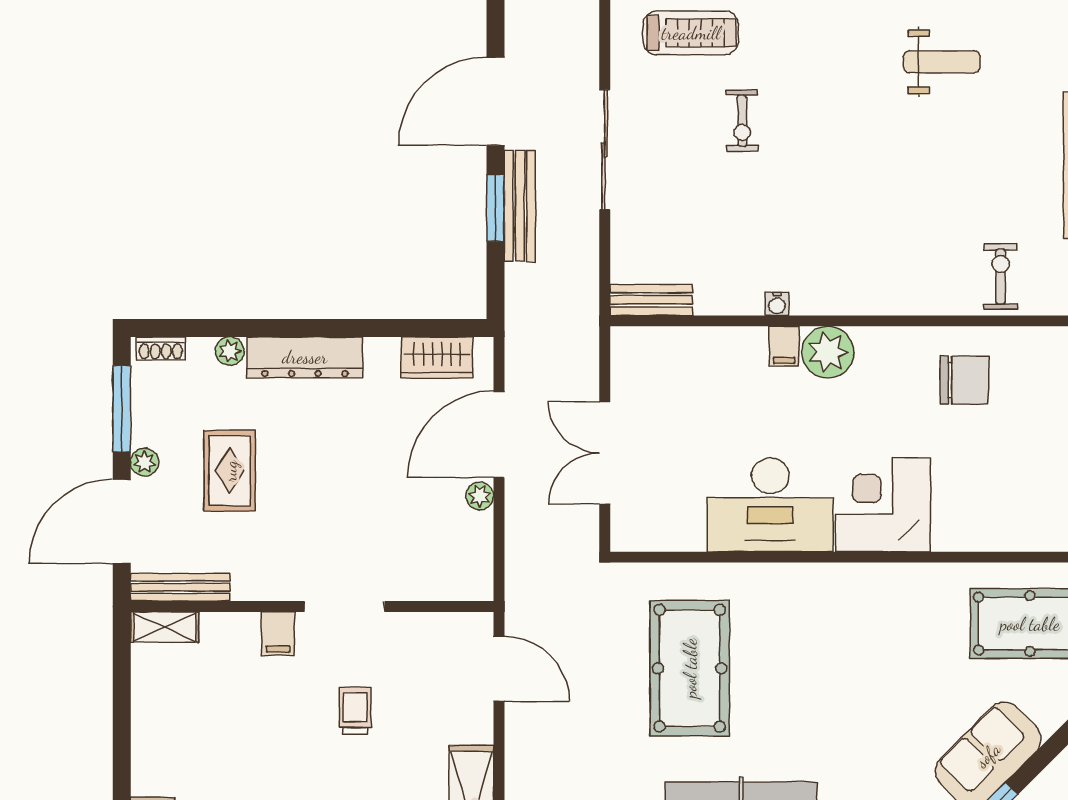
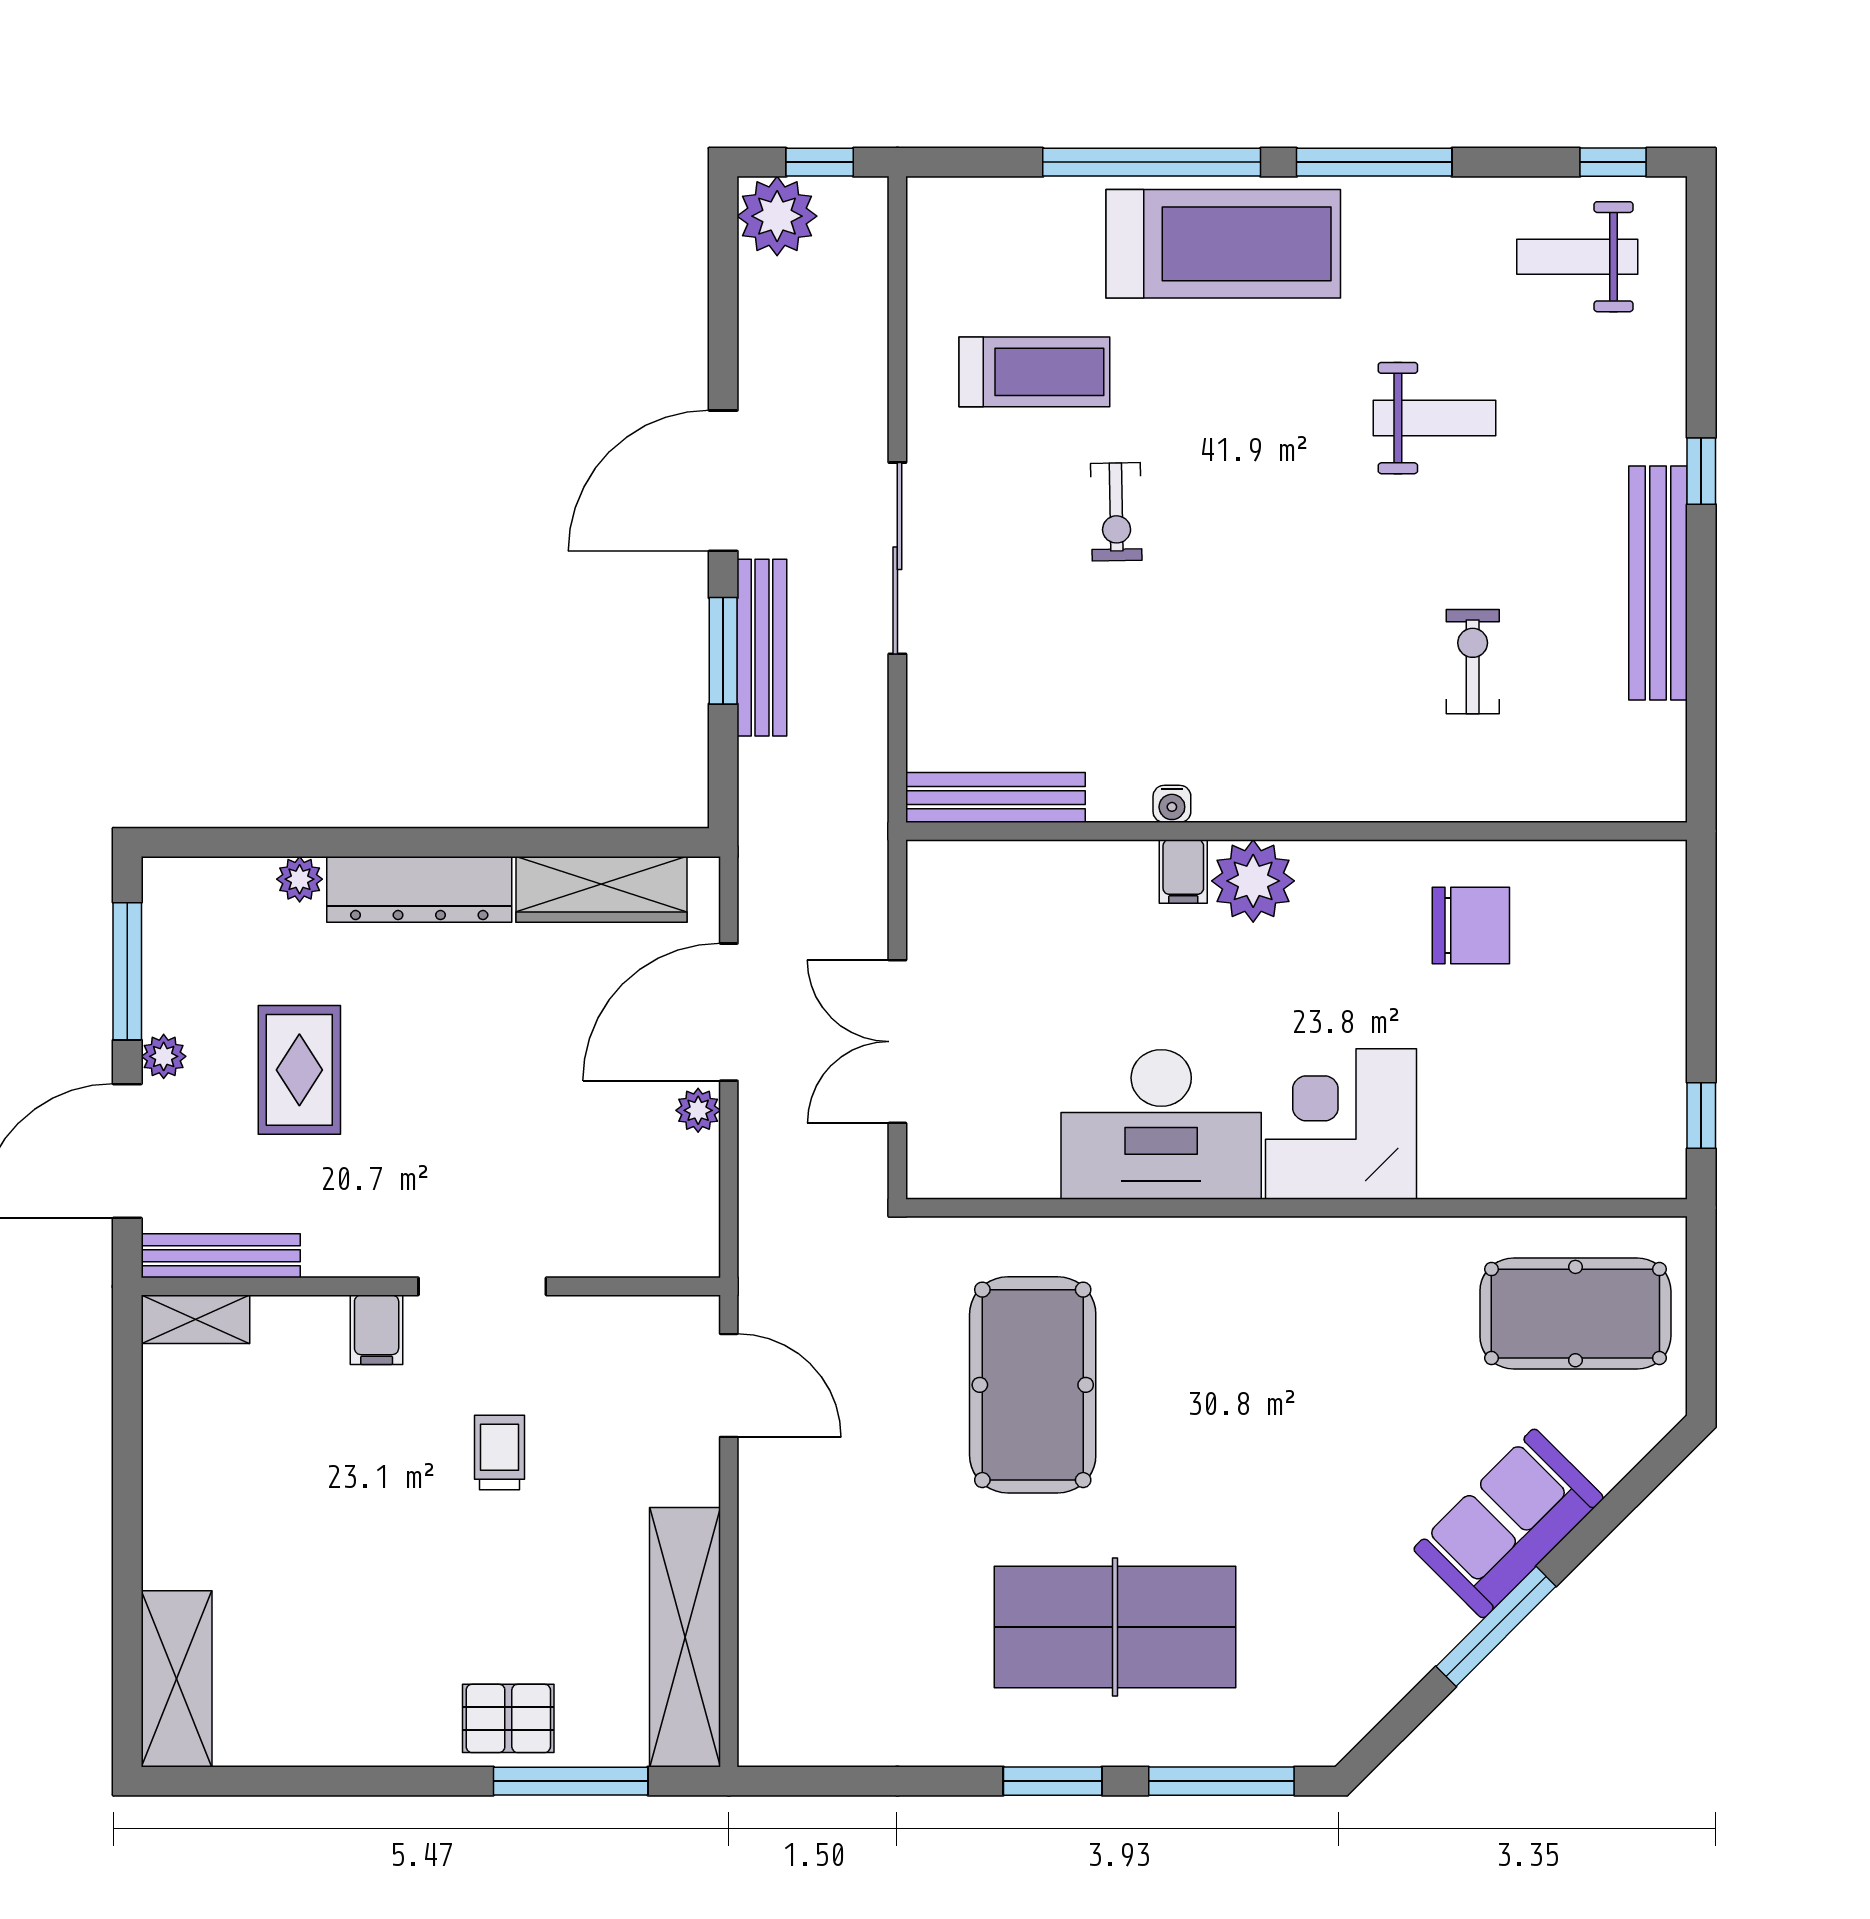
exercise bike: (1001, 276) -> (1473, 662), moved
bench: (651, 300) -> (995, 798), width x1.36
shoe rack: (161, 348) -> (189, 875), removed
wardrobe: (437, 358) -> (602, 889), width x1.50

